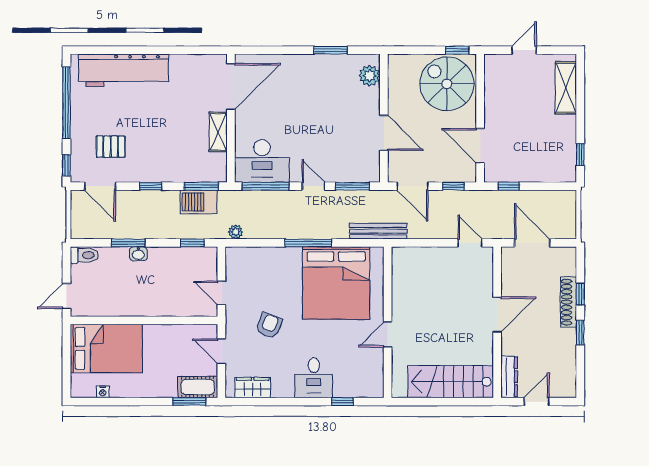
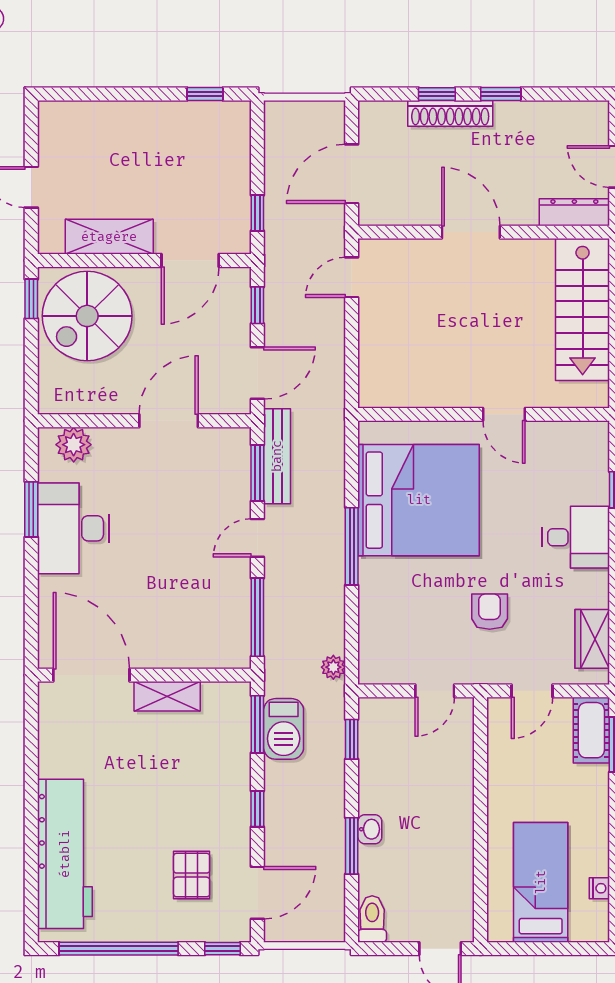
shelving: (566, 88) -> (109, 237), moved
desk: (262, 161) -> (73, 528), moved, turned 180
bench: (378, 231) -> (277, 456), moved
armchair: (269, 326) -> (490, 612), turned 68
bed: (106, 348) -> (541, 882), width x0.67

